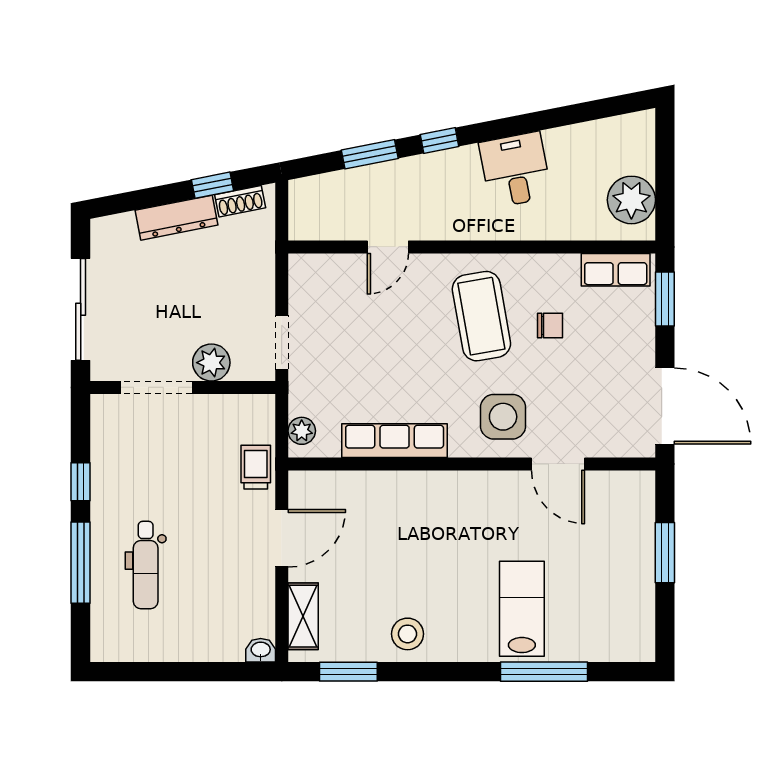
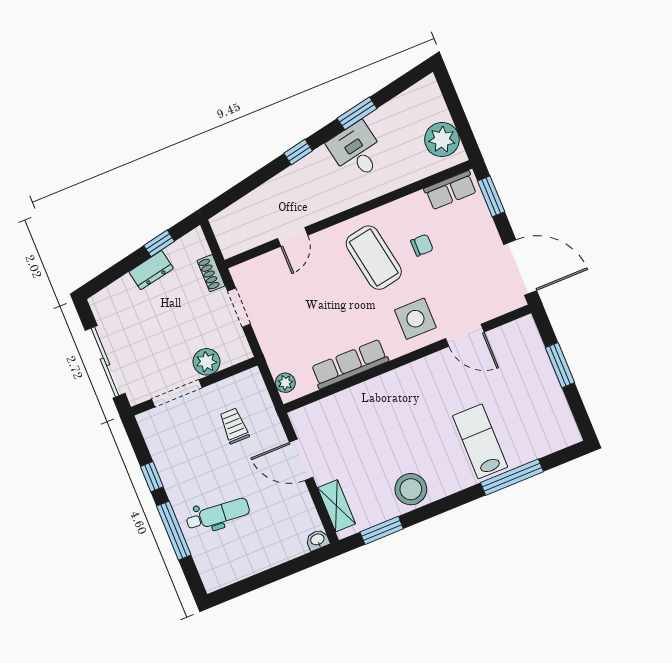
window: (370, 154) -> (357, 113), moved
shoe rack: (240, 201) -> (211, 273), moved, turned 101
dresser: (177, 218) -> (151, 270), width x0.70
doorway: (282, 342) -> (239, 308), moved
trolley: (256, 467) -> (234, 426), moved
door: (282, 538) -> (301, 460), swing flipped
dental chair: (146, 565) -> (218, 514), turned -85
stool: (408, 634) -> (411, 489), width x1.38, depth x1.38

